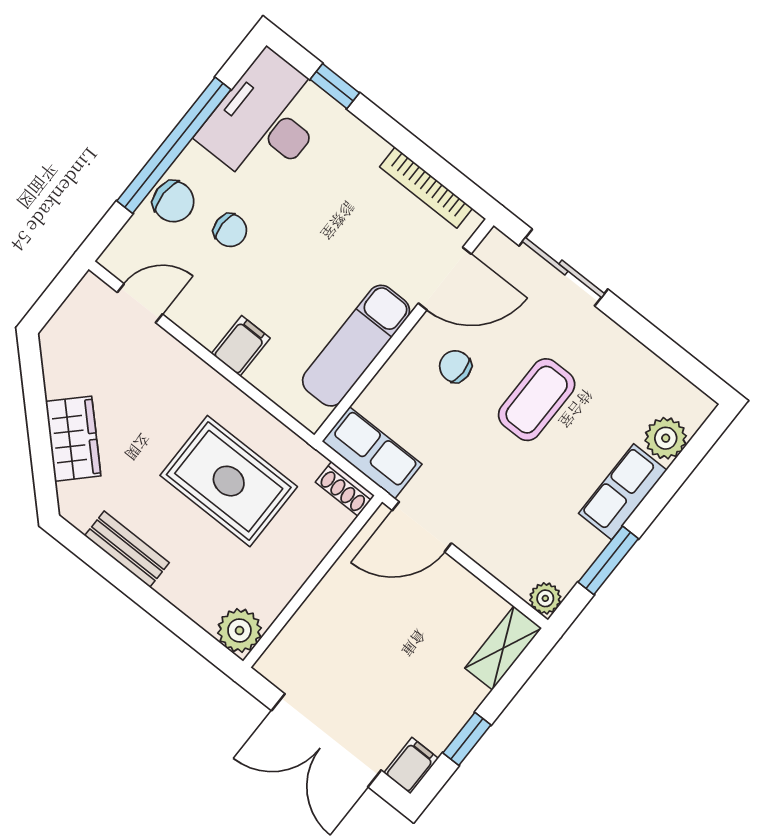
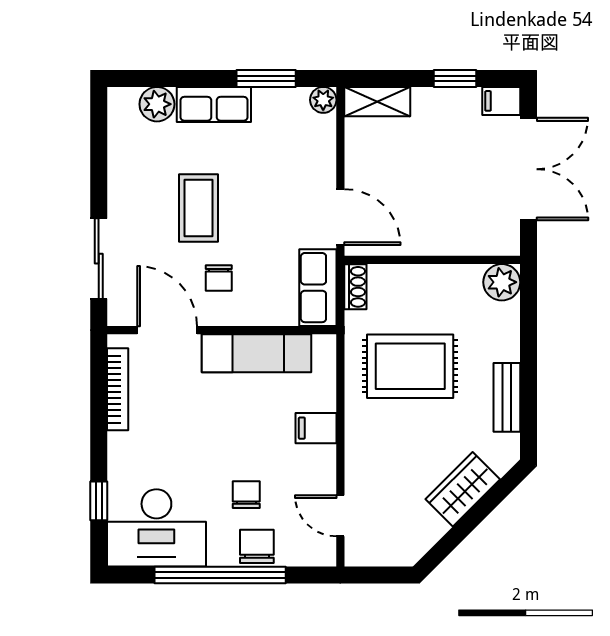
coffee table: (537, 400) -> (198, 208), turned 90
rug: (229, 481) -> (410, 366), turned 90

